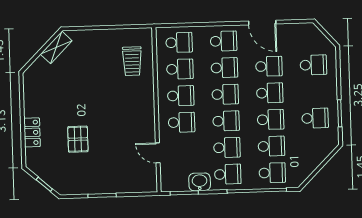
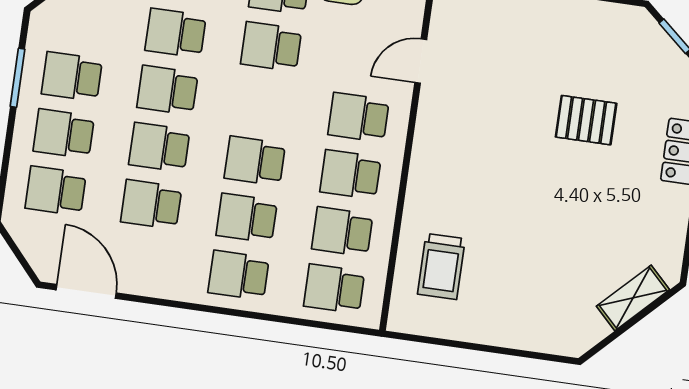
door: (262, 23) -> (86, 291), moved
shelving: (56, 47) -> (633, 298), moved
trolley: (132, 61) -> (441, 266), turned 180
school desk: (226, 121) -> (64, 134), moved
pallet: (78, 139) -> (586, 120), turned 90
door: (158, 153) -> (421, 61), swing flipped

